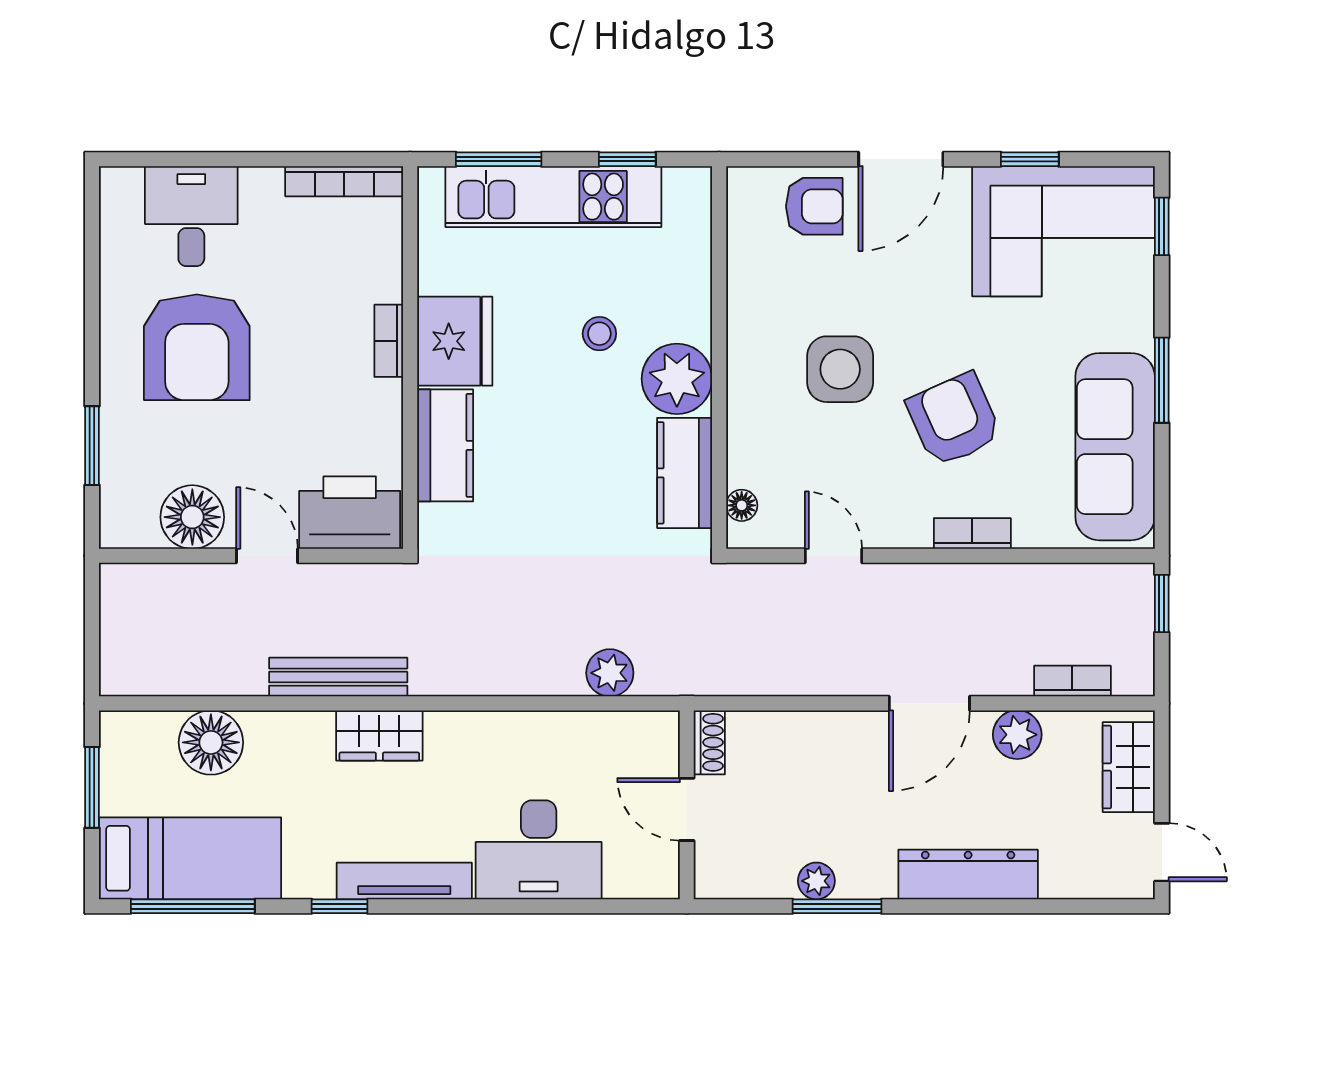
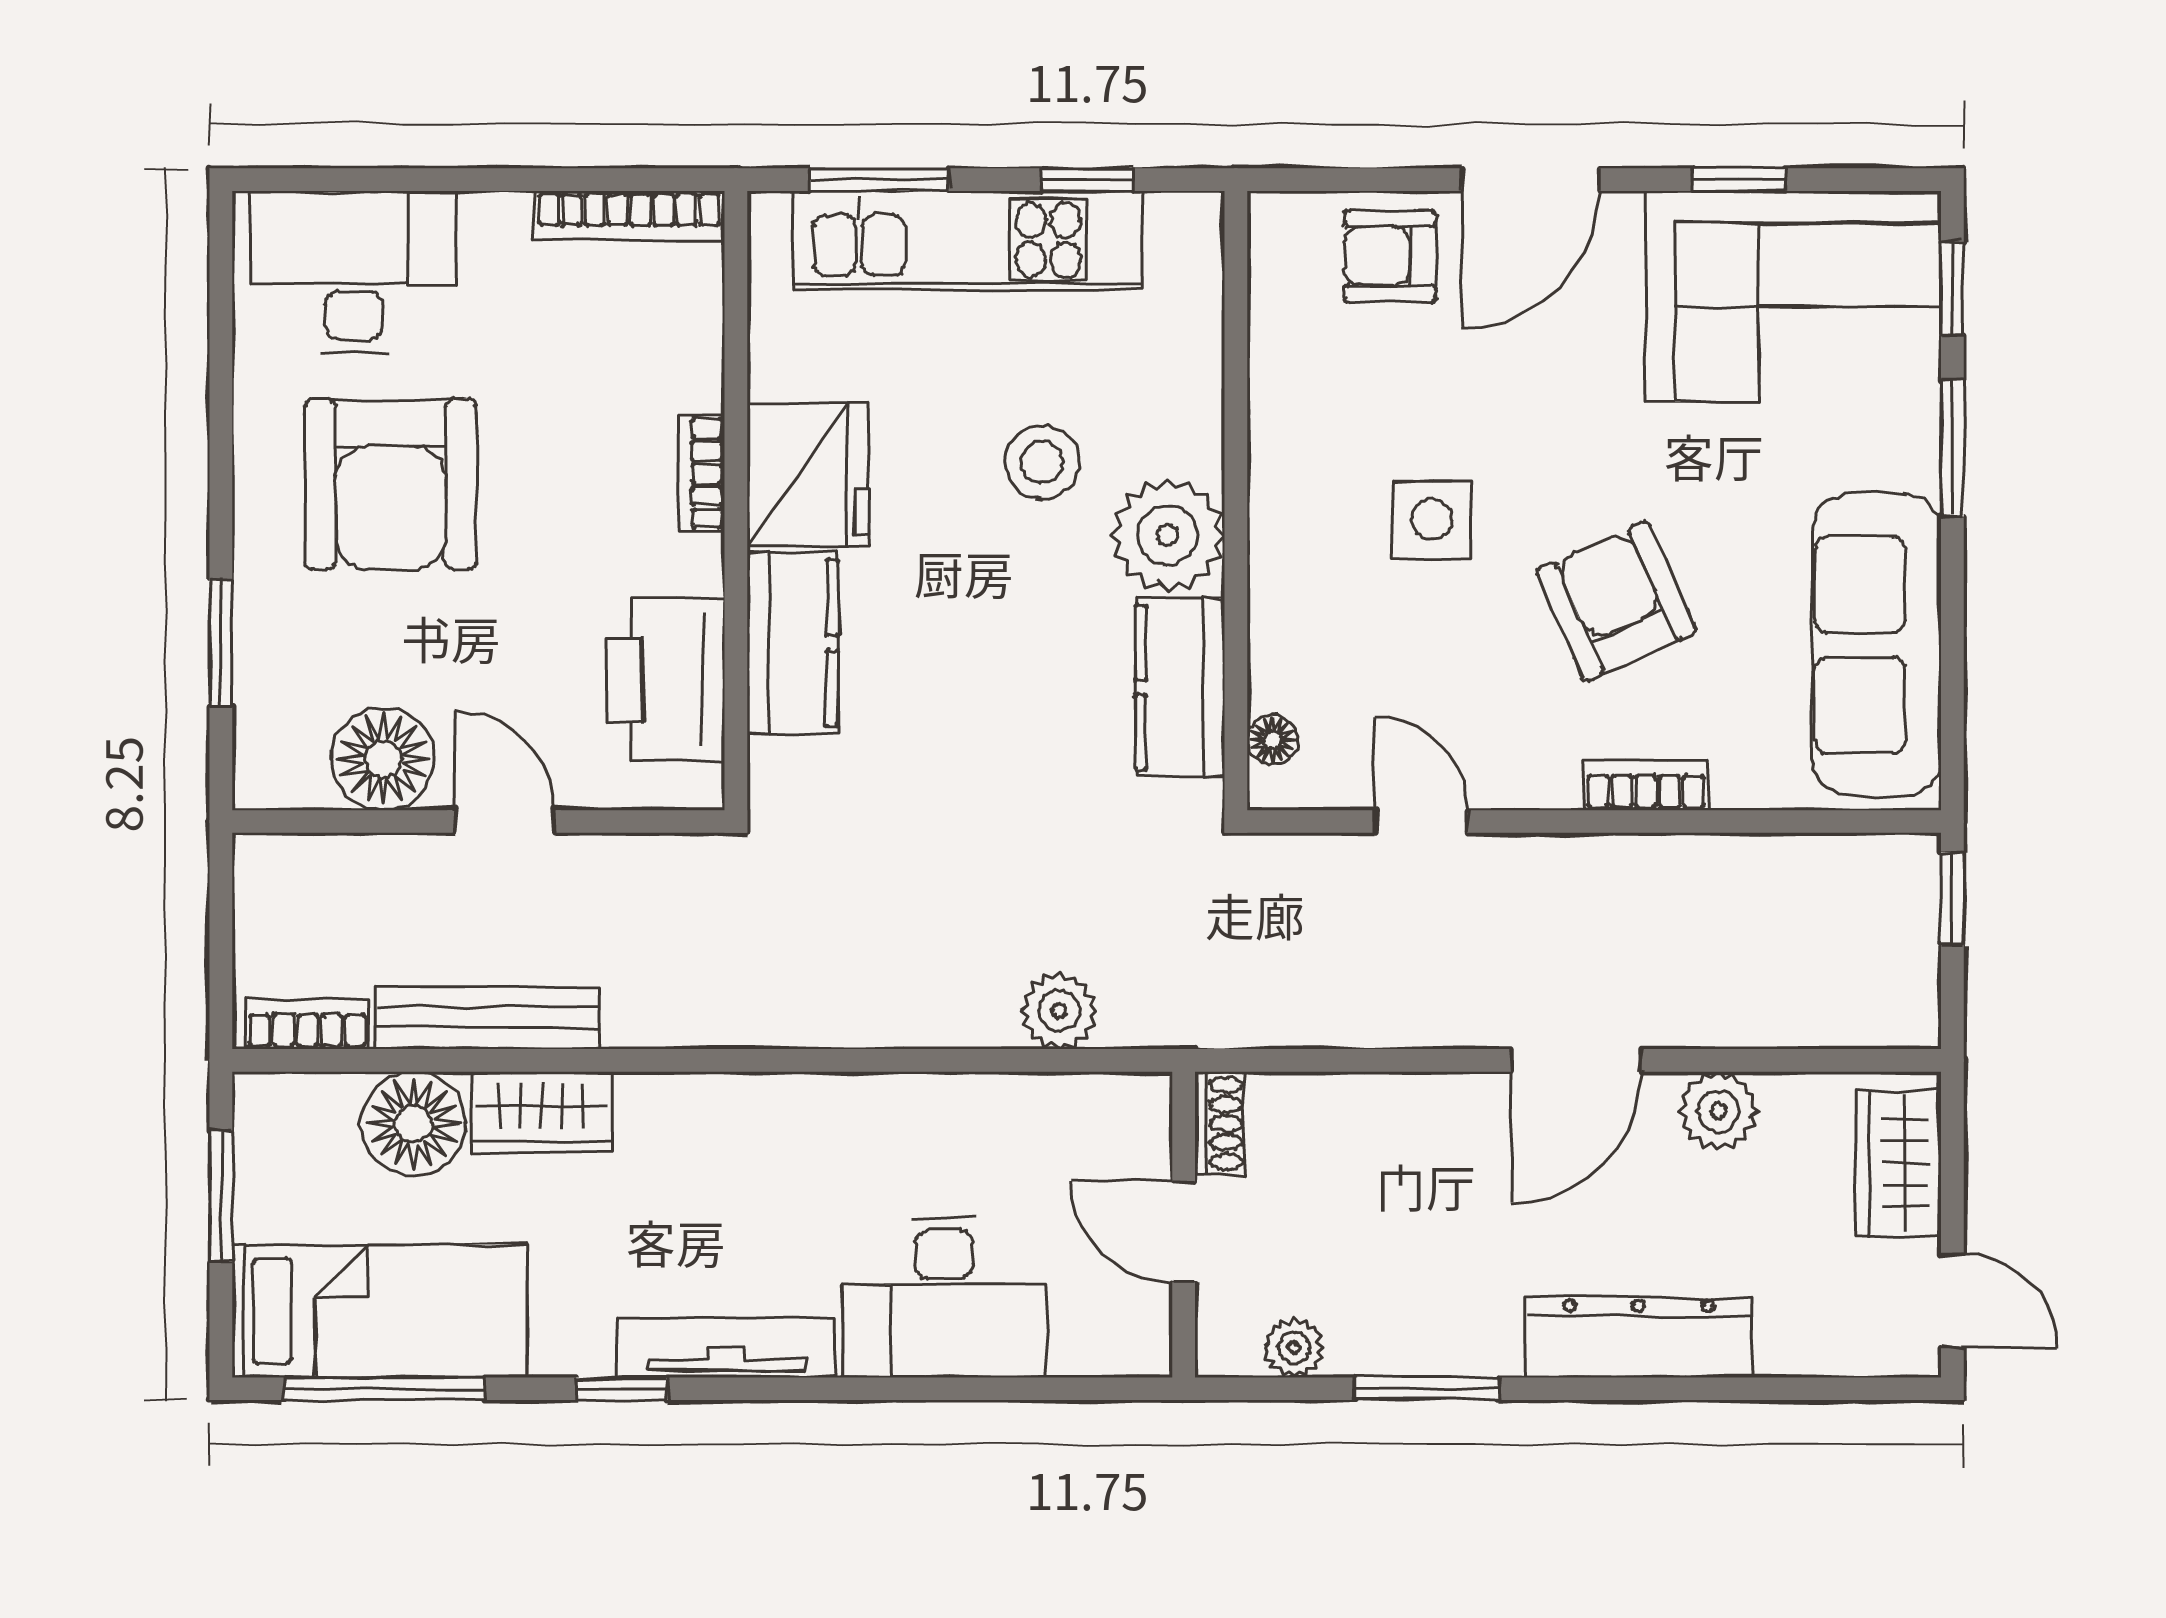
armchair: (814, 206) -> (1390, 256), turned 180
desk: (191, 216) -> (354, 272), width x1.37
stool: (599, 334) -> (1042, 462), width x1.37, depth x1.37
side table: (840, 369) -> (1432, 520), width x0.73, depth x0.73
window: (1162, 380) -> (1952, 448), moved
printer: (350, 513) -> (666, 680), moved, turned -90
bench: (338, 677) -> (487, 1018), moved
bookcase: (1072, 681) -> (307, 1024), moved
wardrobe: (379, 735) -> (542, 1112), moved
plant: (816, 881) -> (1294, 1348), moved

